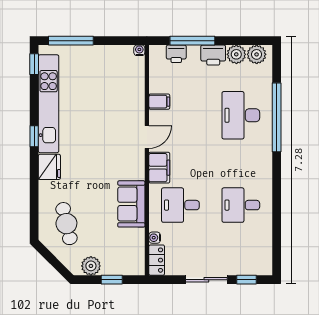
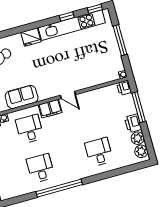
window: (71, 41) -> (120, 40), moved
printer: (176, 54) -> (124, 88), moved
filing cabinet: (159, 102) -> (93, 97), removed
desk: (241, 115) -> (99, 152), width x0.73
window: (277, 117) -> (59, 188), moved
window: (34, 136) -> (67, 16), moved

